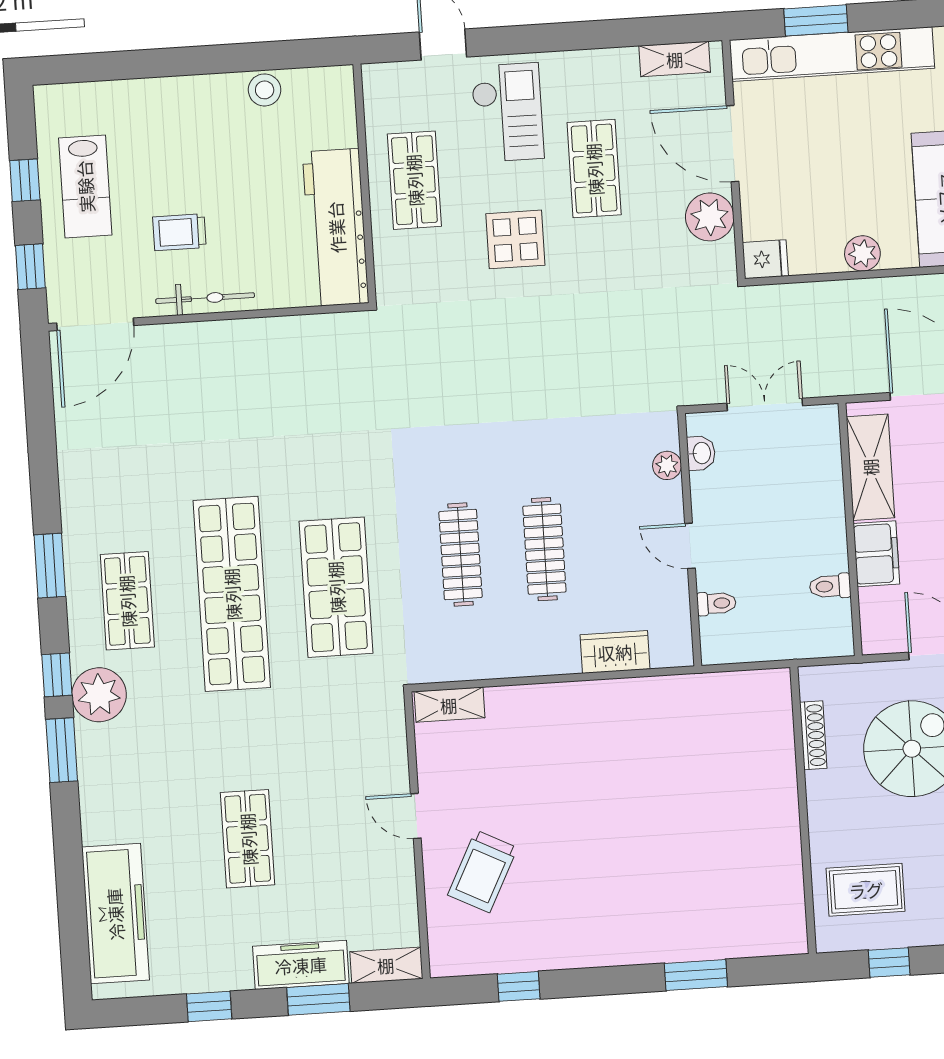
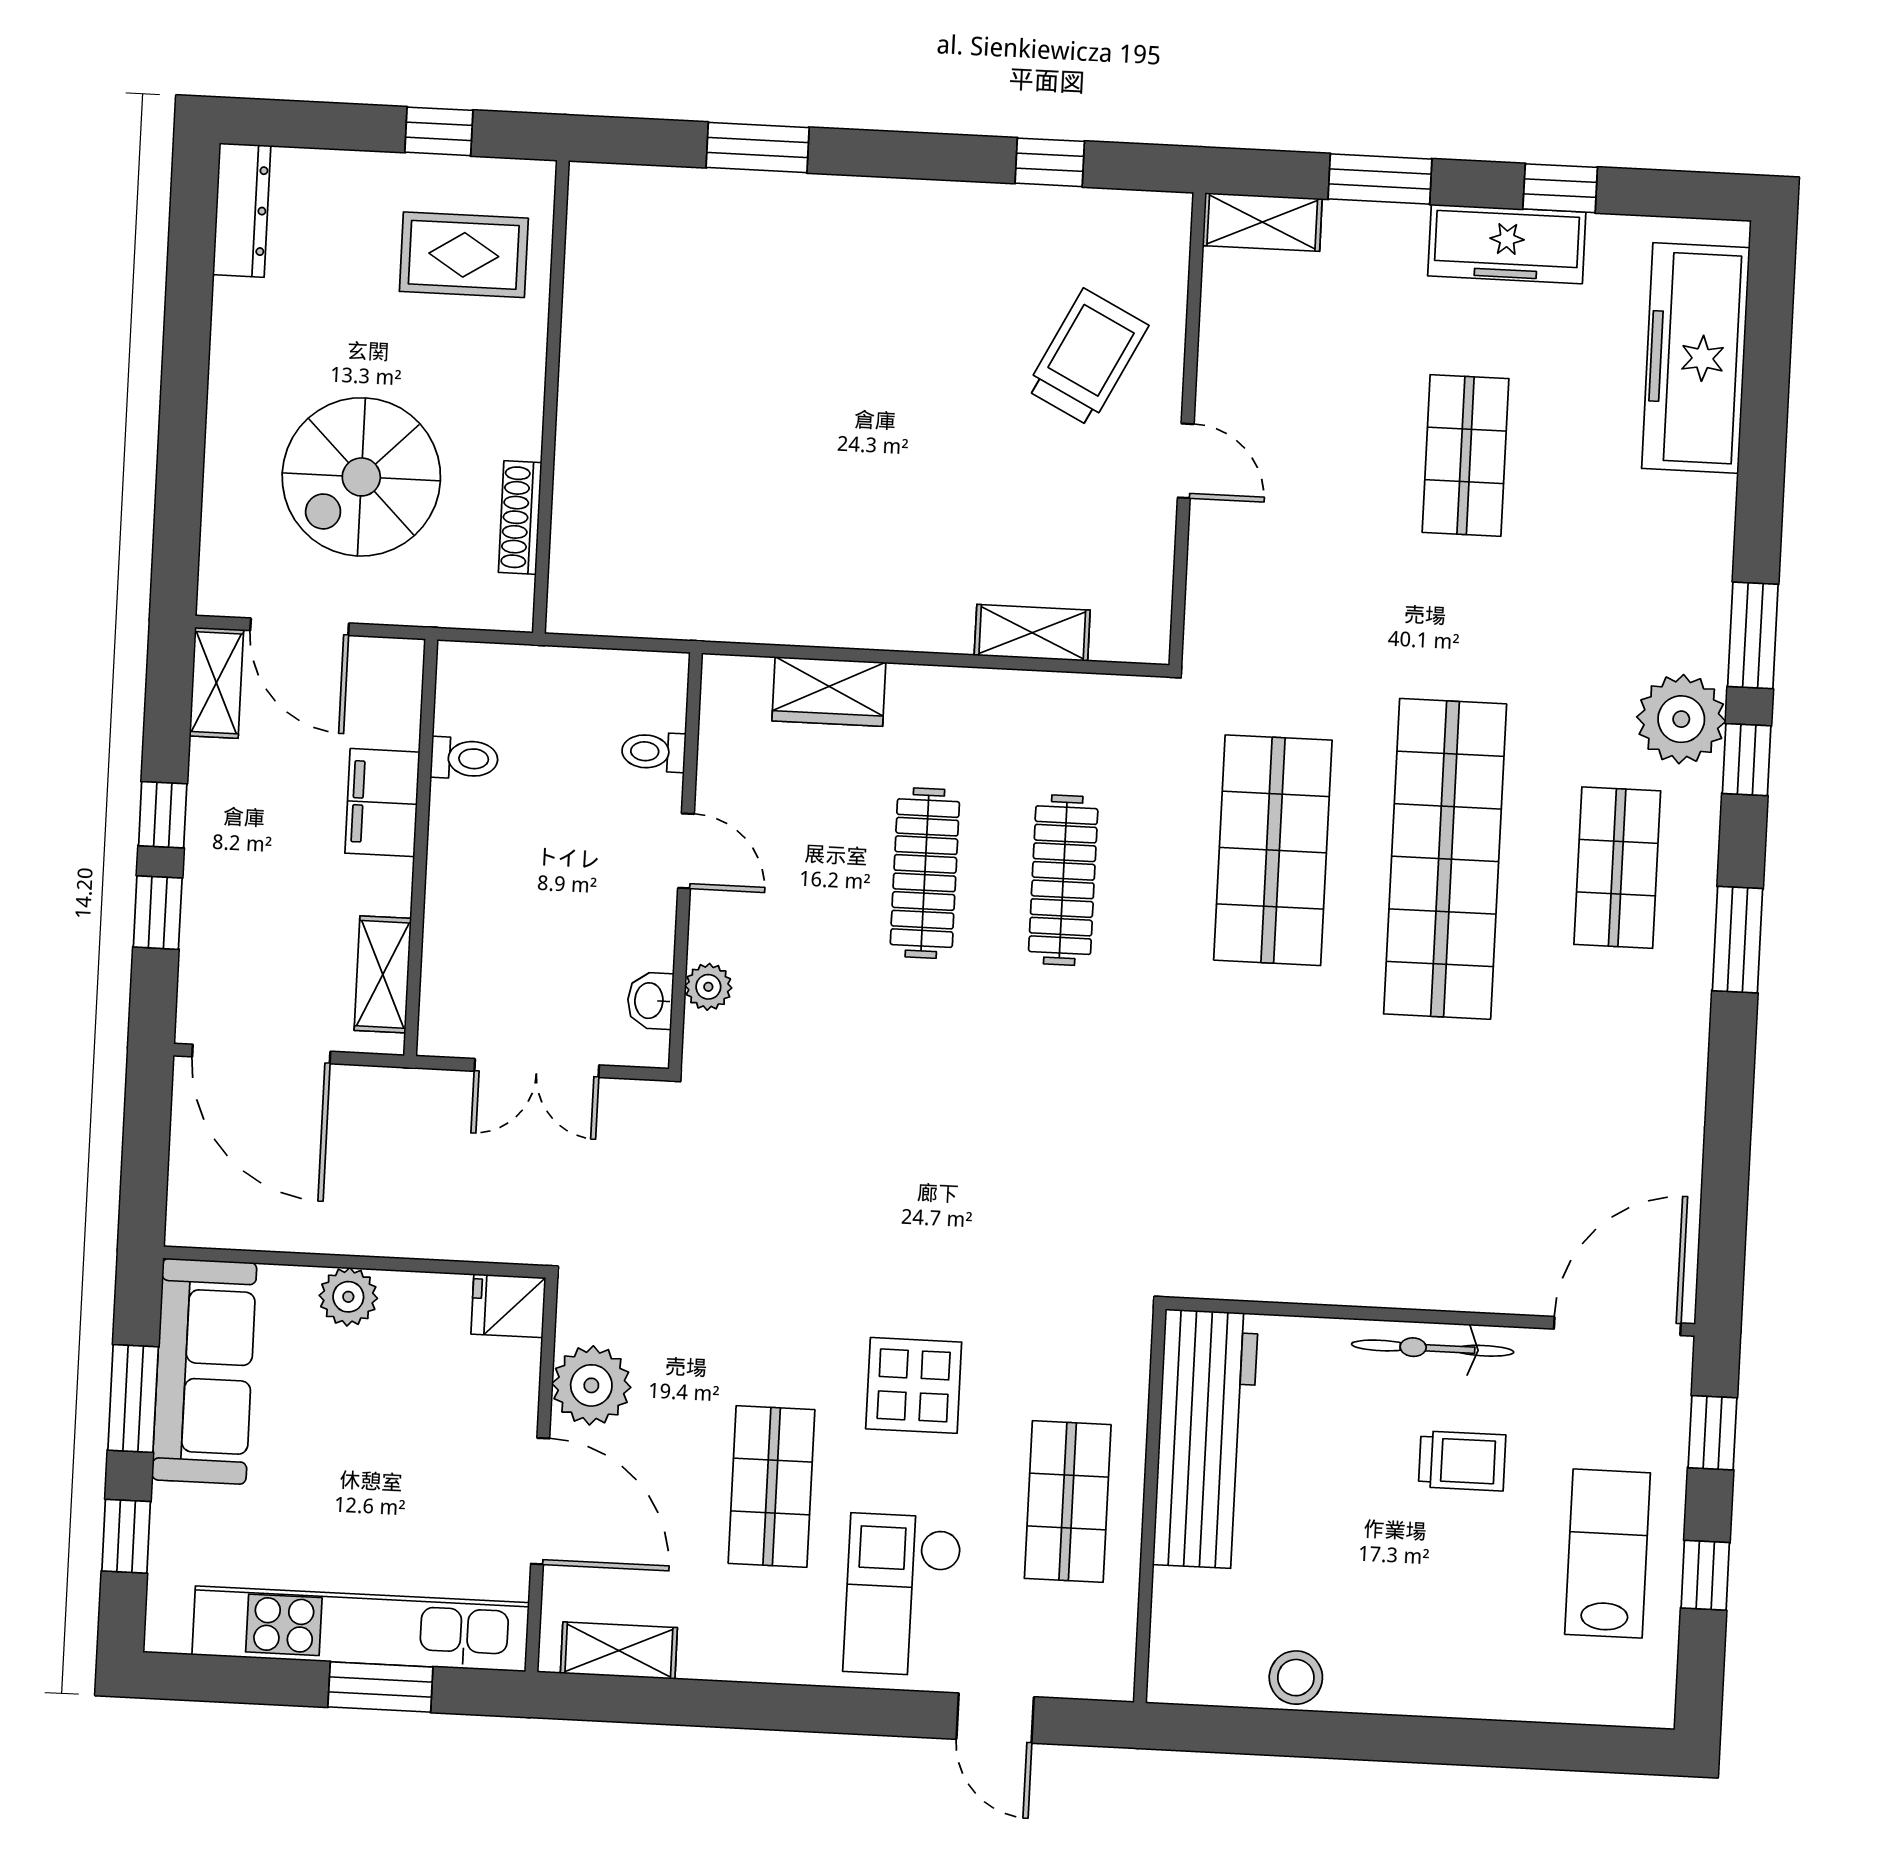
shelving: (870, 467) -> (383, 974), width x0.67, depth x0.75
shelving: (449, 705) -> (1032, 633), moved
freezer: (301, 965) -> (1507, 244), moved

